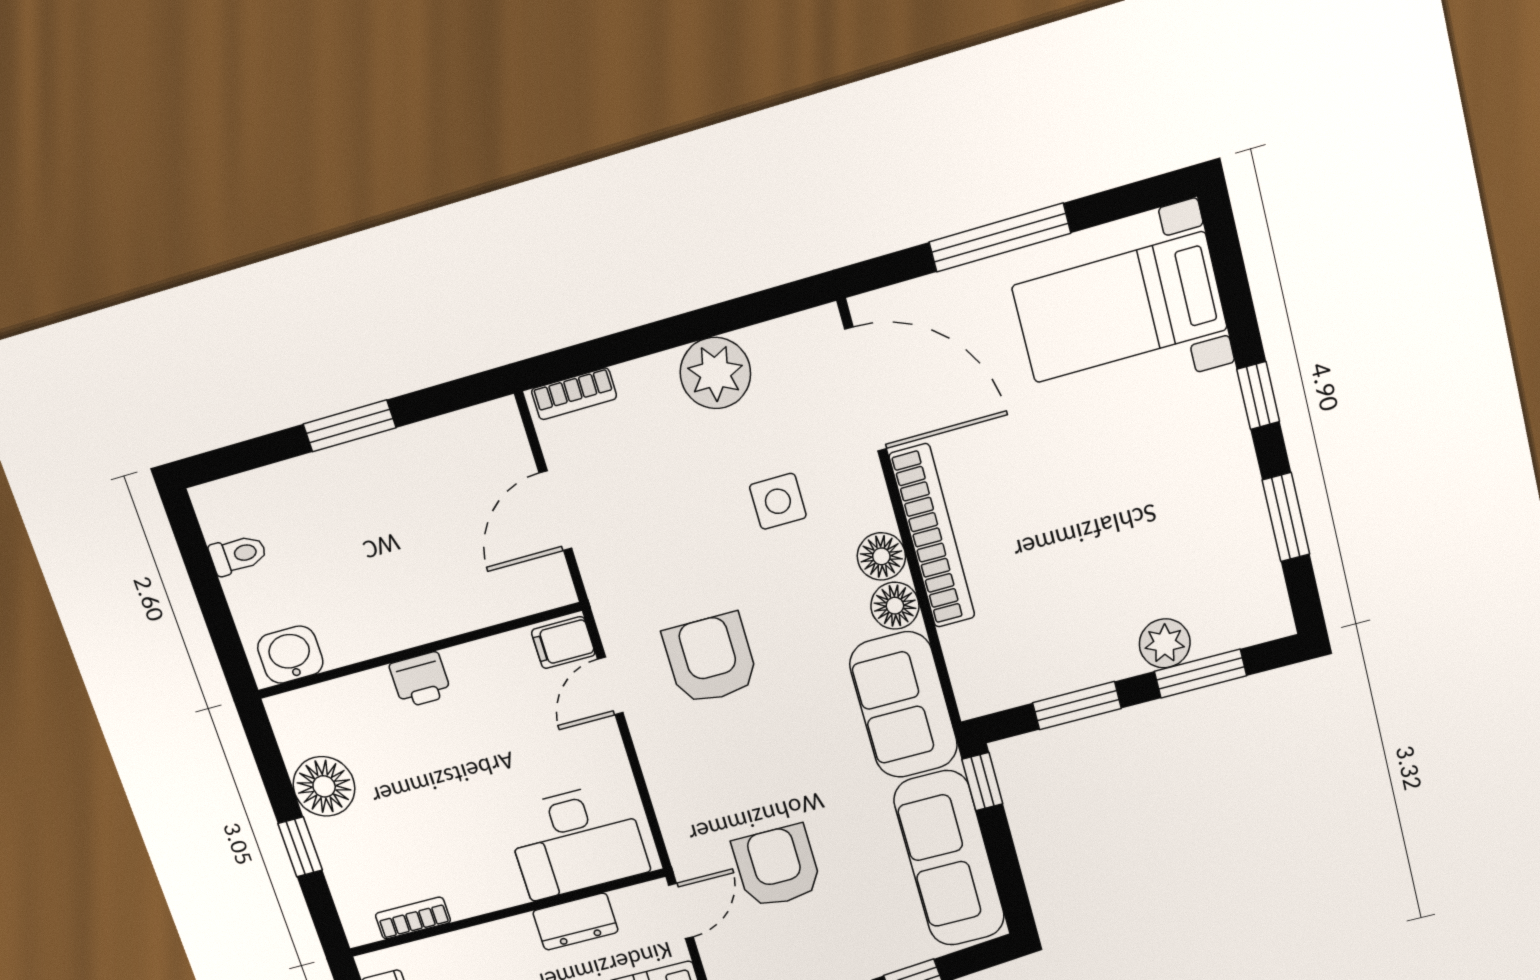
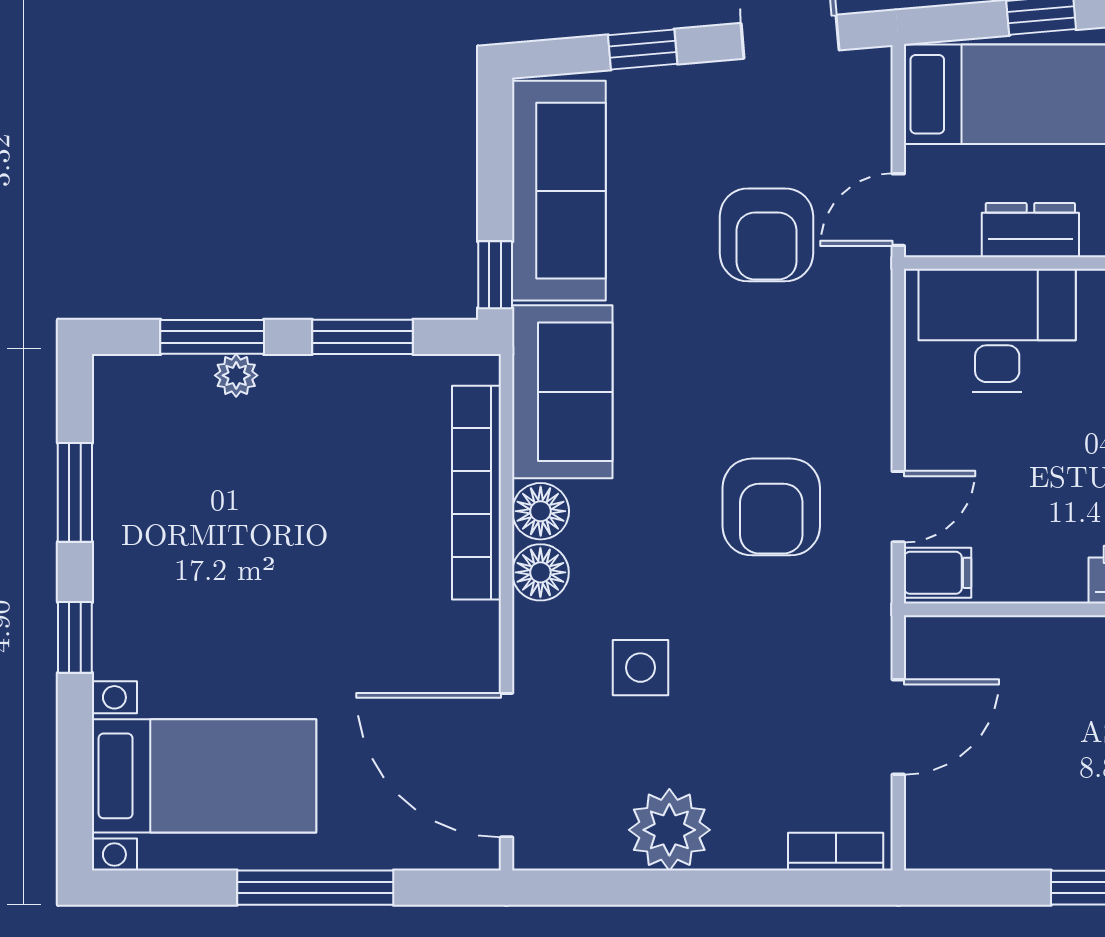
bookcase: (932, 536) -> (477, 493), moved
plant: (1165, 643) -> (236, 375), width x0.73, depth x0.73

